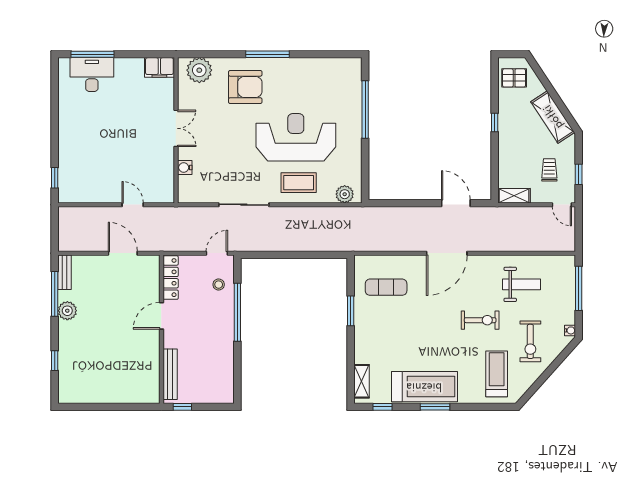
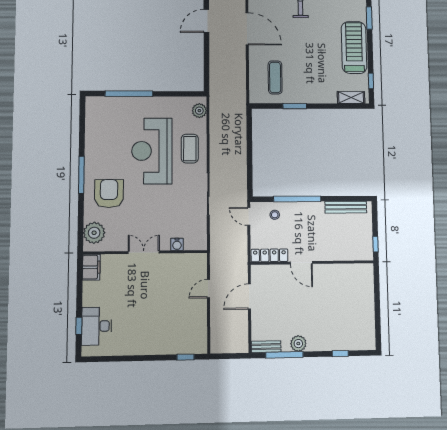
window: (93, 54) -> (79, 326), width x0.46
bench: (170, 374) -> (346, 207), moved
window: (435, 407) -> (369, 18), moved

